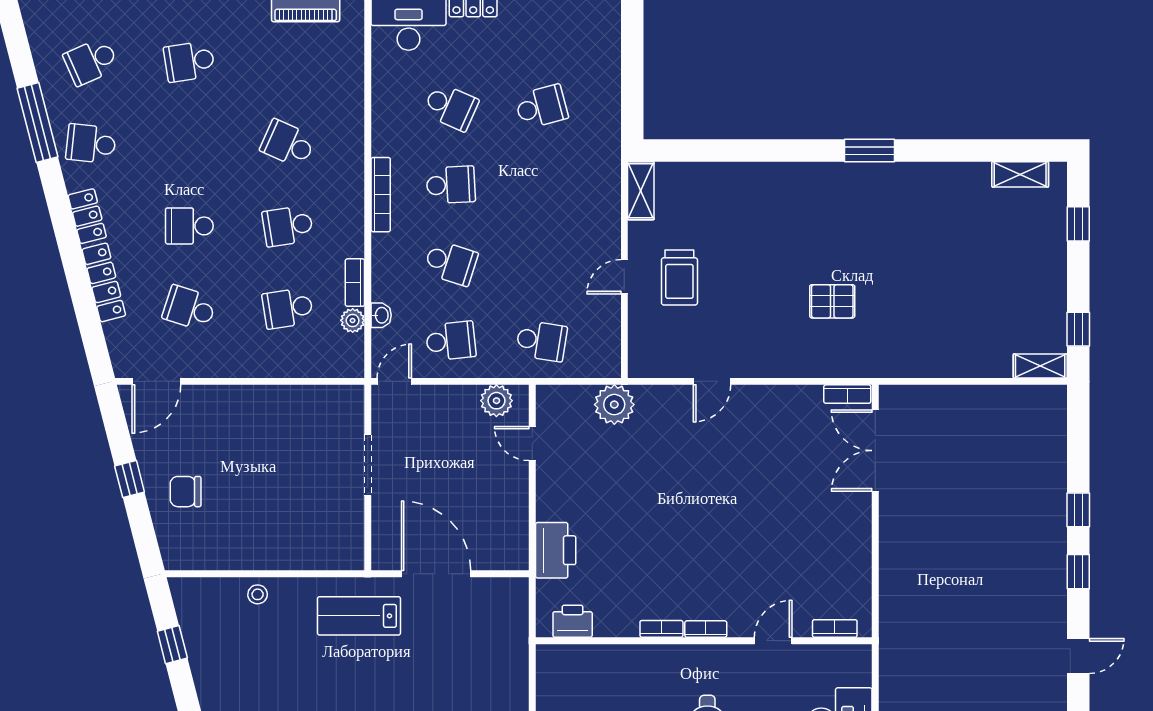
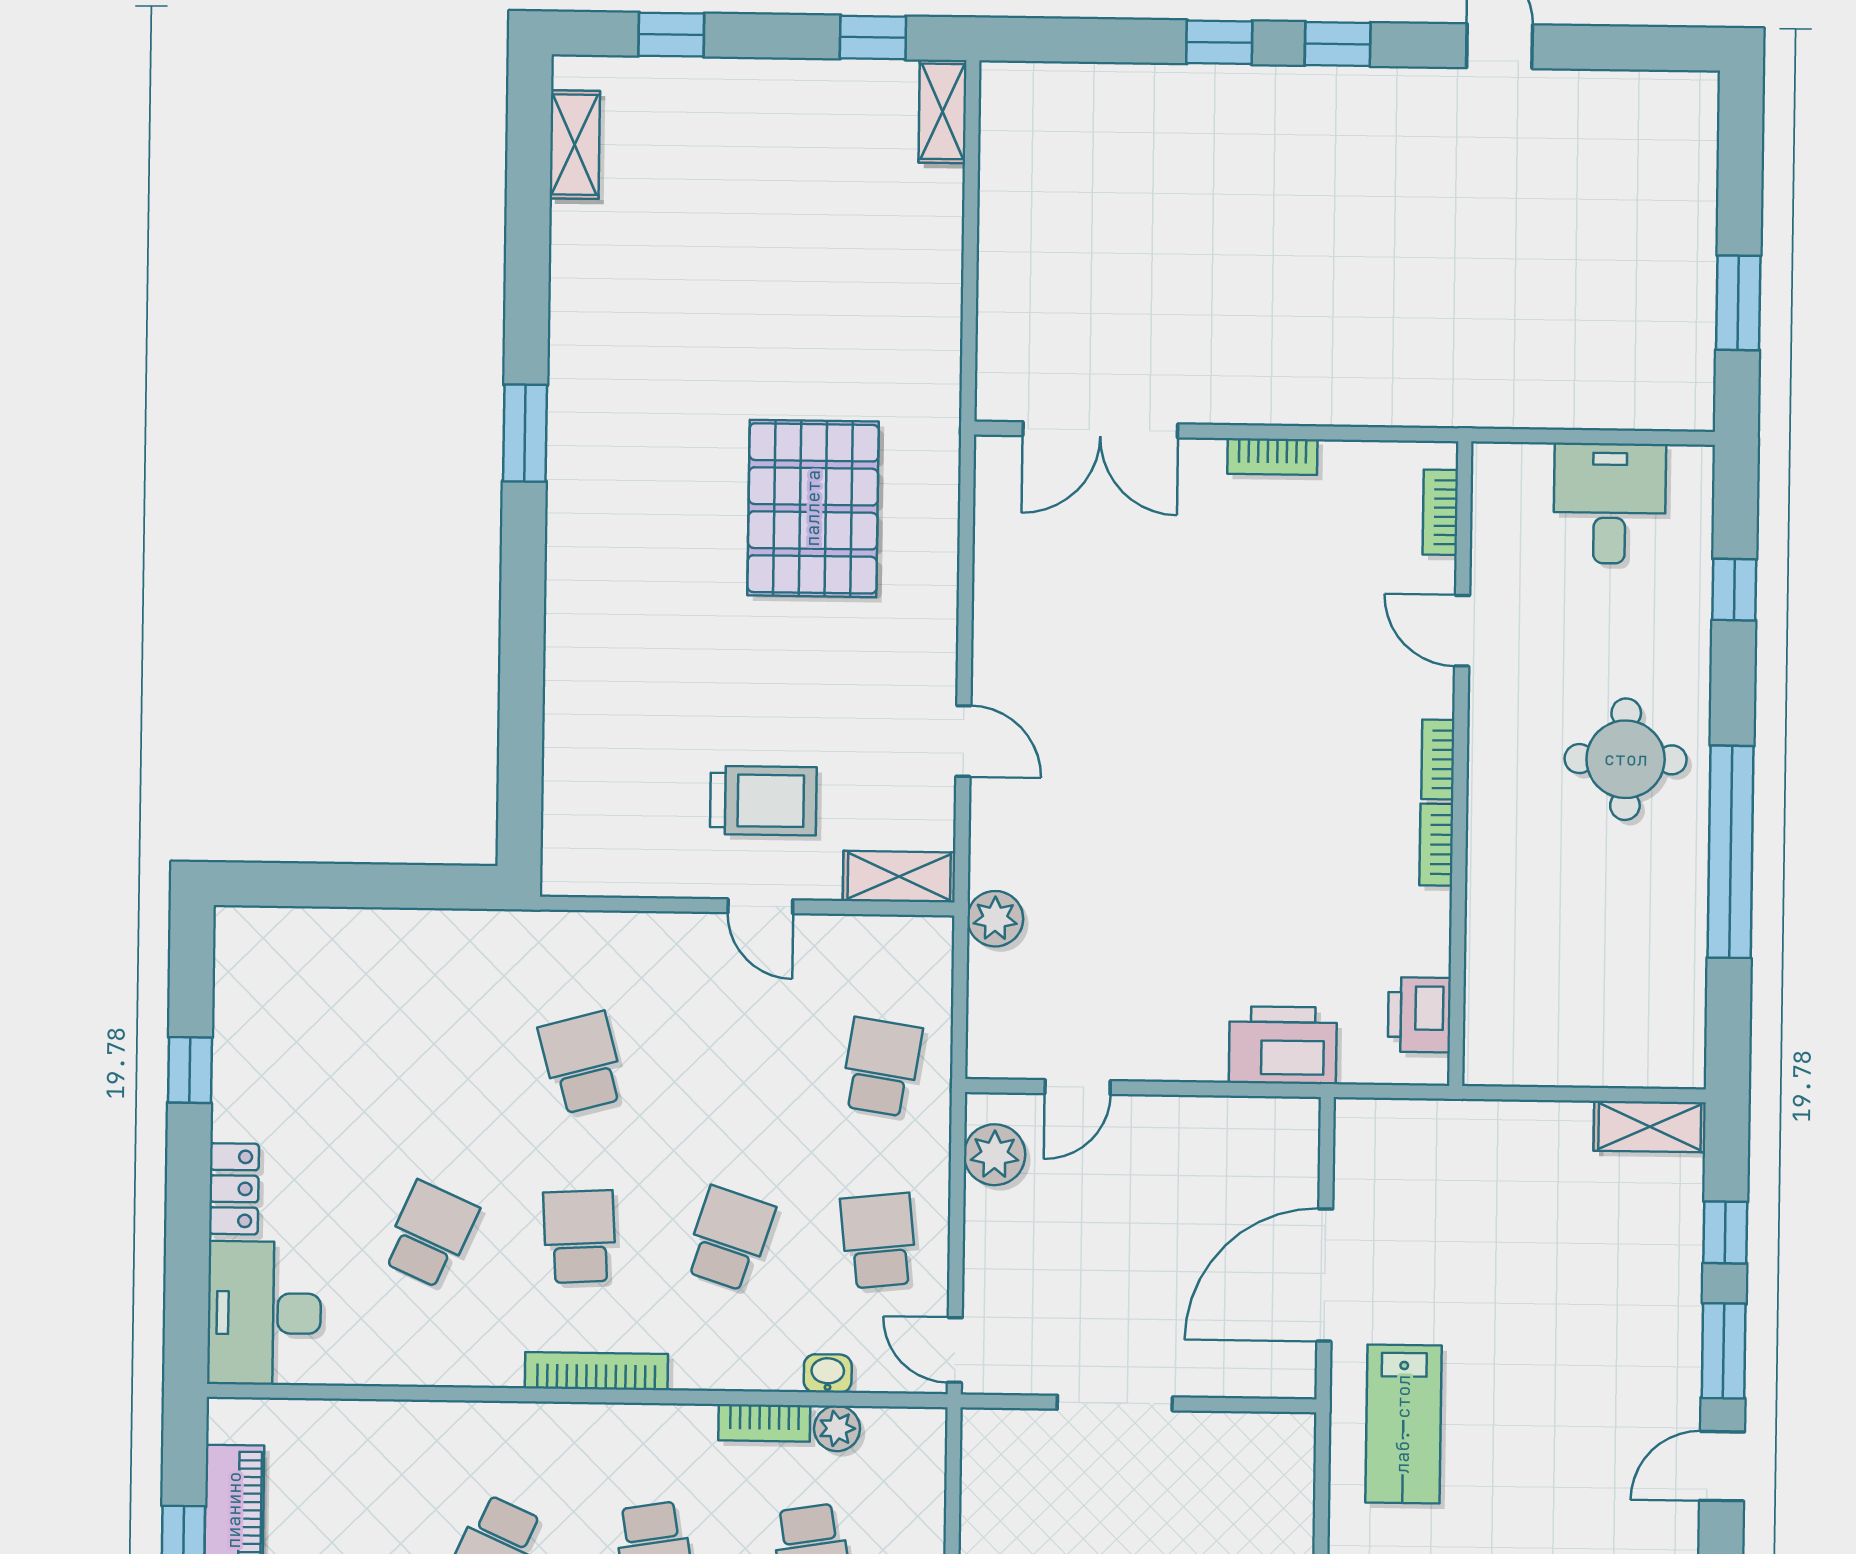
school desk: (541, 107) -> (582, 1063), moved
shelving: (641, 191) -> (899, 877), moved
pallet: (832, 301) -> (813, 508), width x2.05, depth x2.00
bookcase: (847, 394) -> (1272, 457), moved, turned 90
plant: (614, 405) -> (995, 919), width x0.73, depth x0.73

